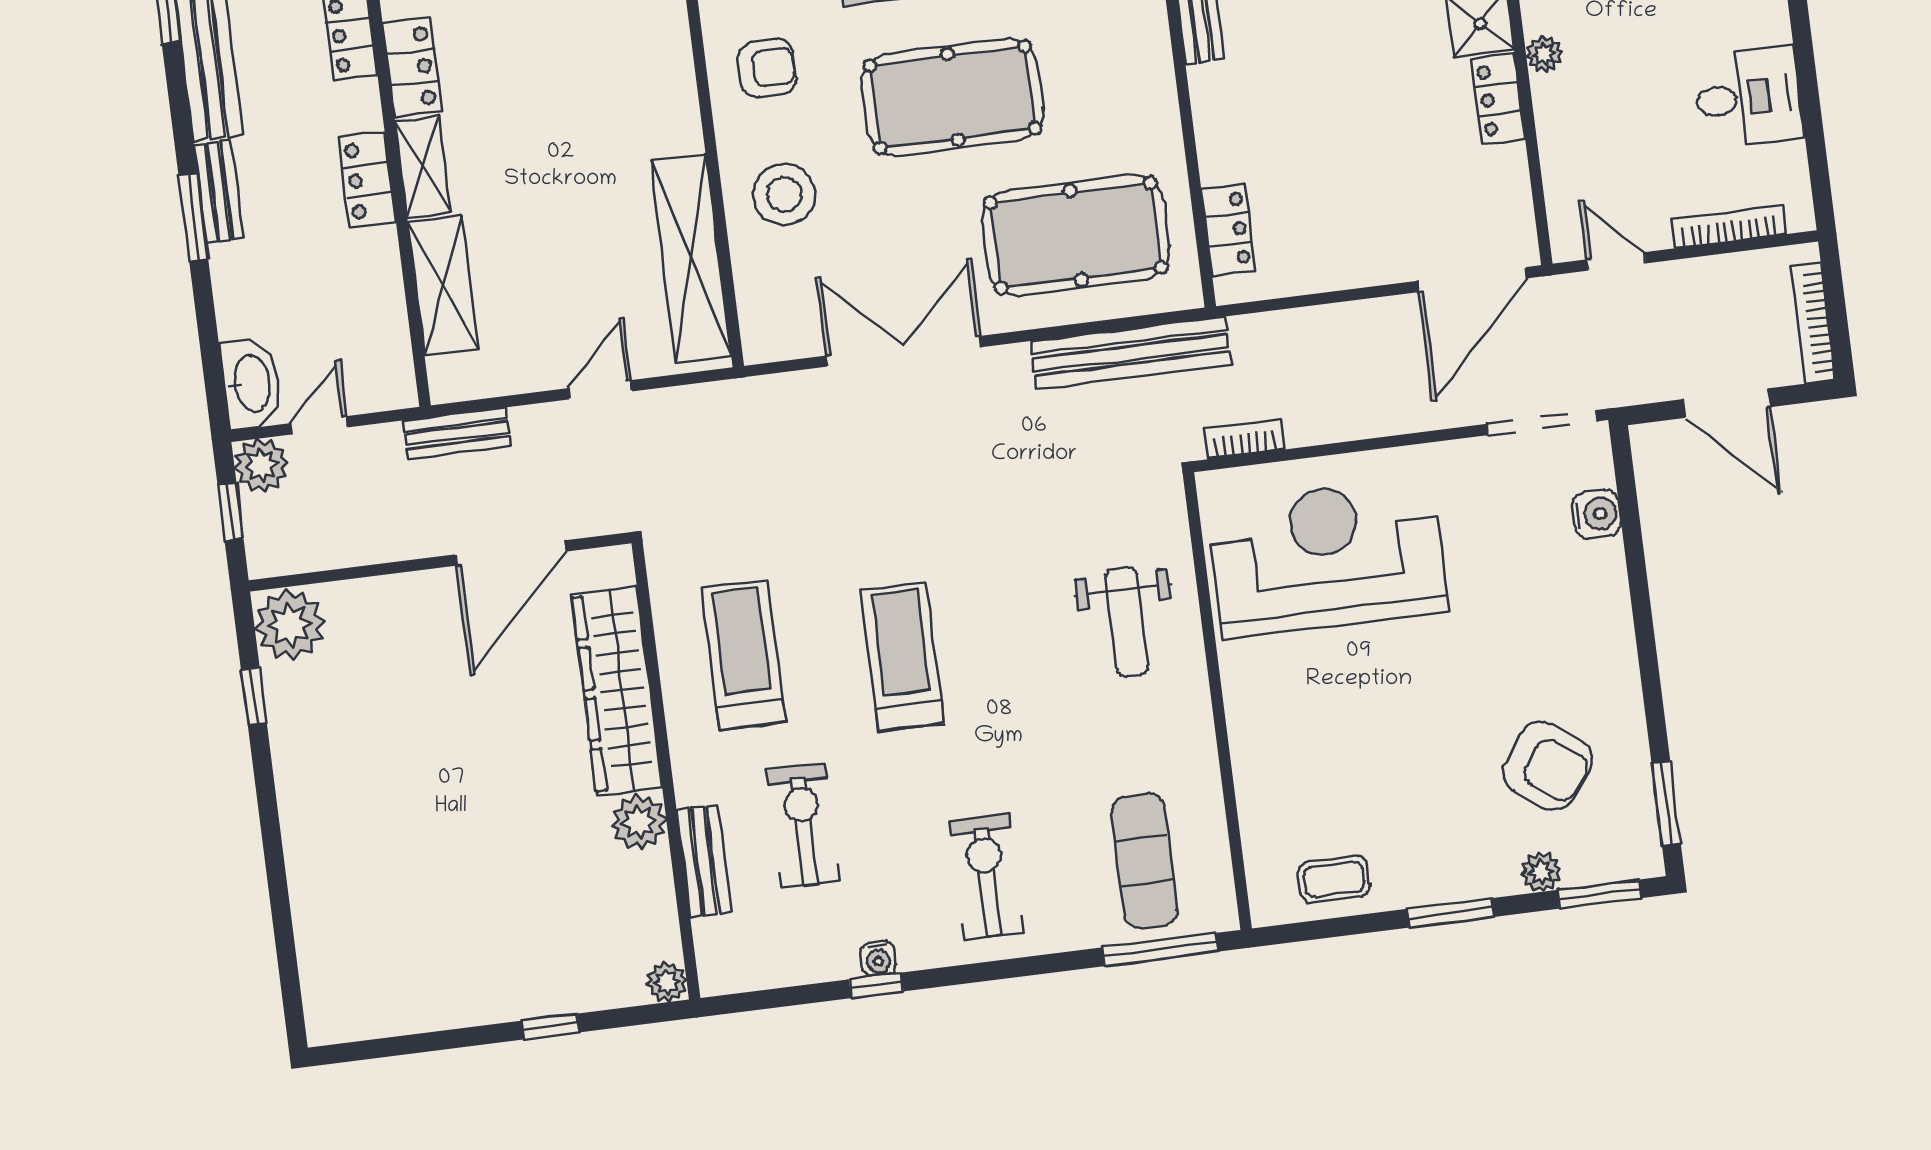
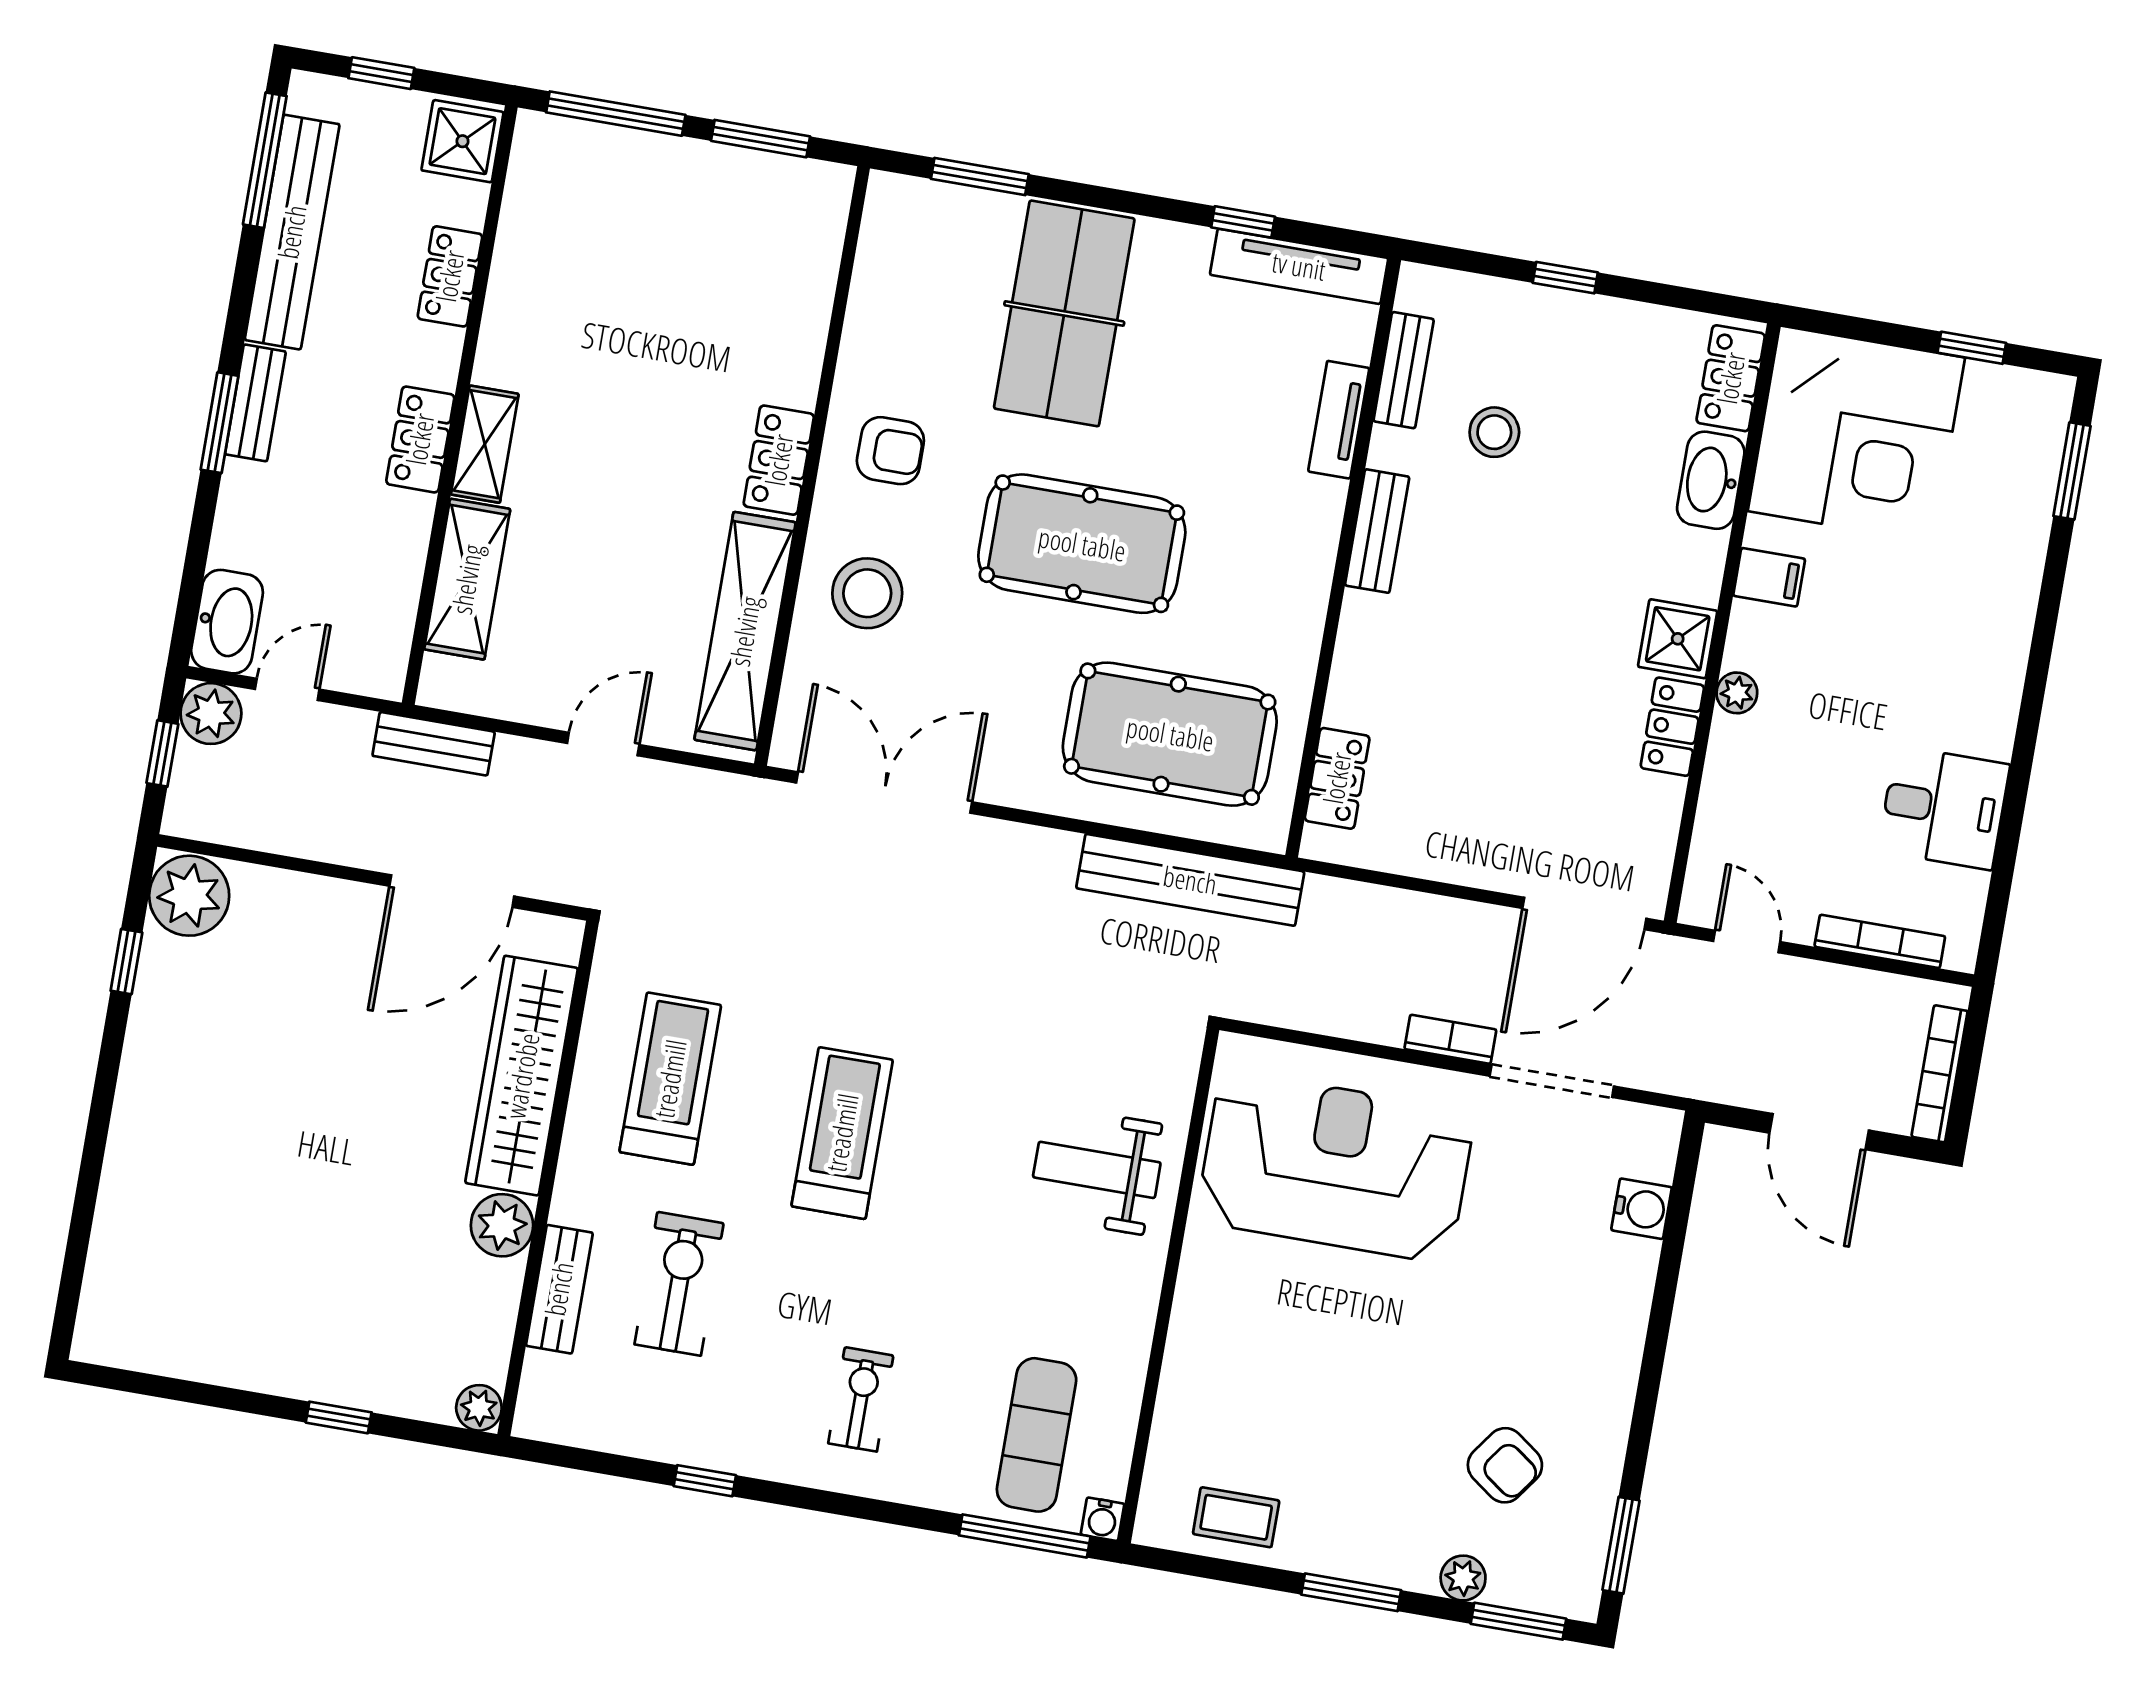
locker: (412, 67) -> (779, 460), moved, turned 180
double door: (904, 351) -> (884, 792), moved
doorway: (1542, 423) -> (1552, 1081), moved
bookcase: (1244, 439) -> (1450, 1039), moved
weight bench: (1127, 622) -> (1097, 1170), turned 90
armchair: (1548, 766) -> (1505, 1465), width x0.72, depth x0.72
exercise bike: (987, 877) -> (861, 1399), width x0.73, depth x0.72
water cooler: (878, 959) -> (1103, 1519), moved

